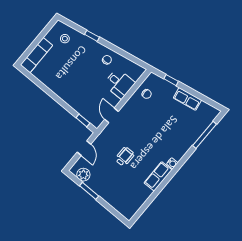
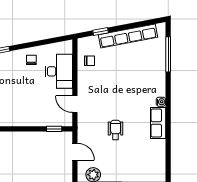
desk: (119, 84) -> (59, 71), width x1.37
row of seats: (187, 99) -> (128, 36), width x2.02

